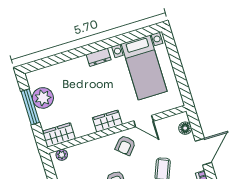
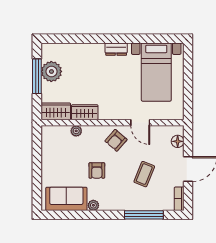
wardrobe: (107, 121) -> (85, 112), moved
plant: (62, 155) -> (76, 131), moved

